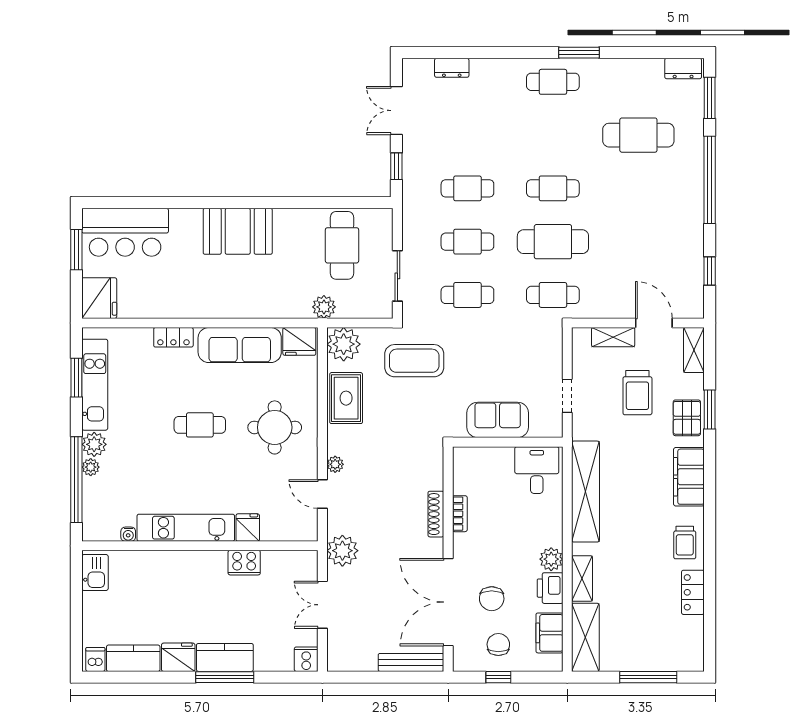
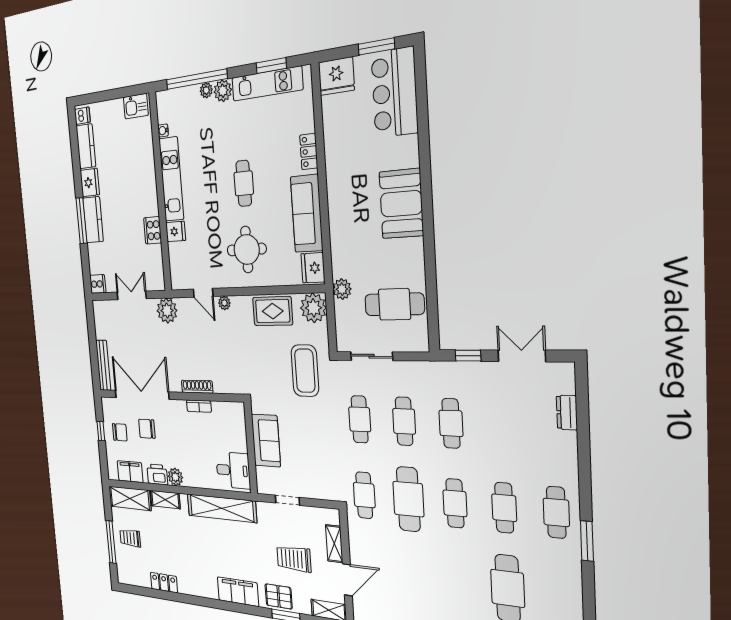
cafe table: (553, 135) -> (504, 508), added
door: (322, 494) -> (203, 293), swing flipped
trolley: (685, 543) -> (130, 538), moved

